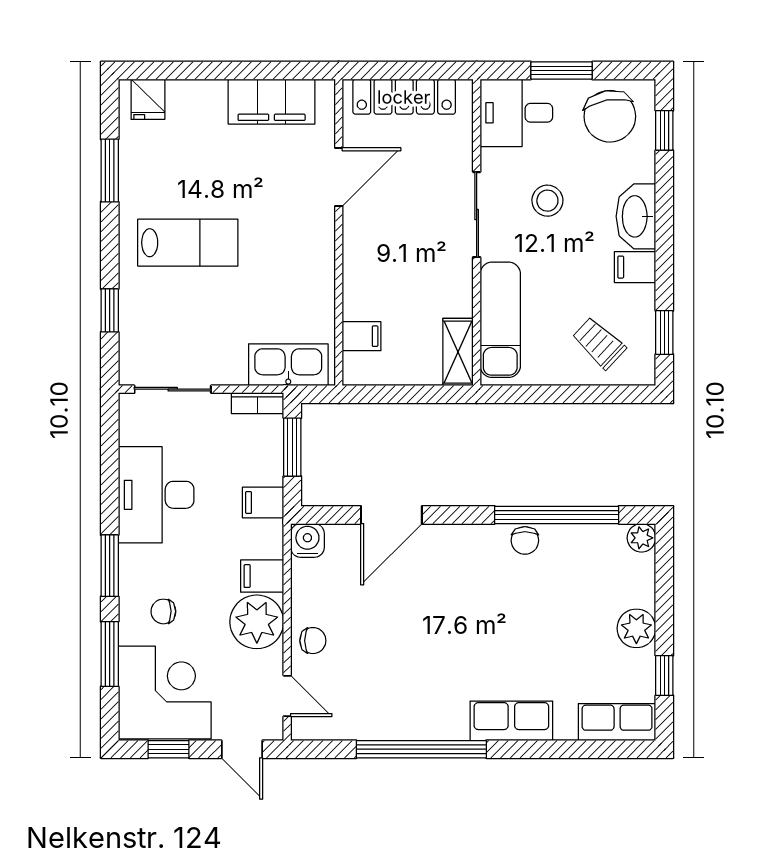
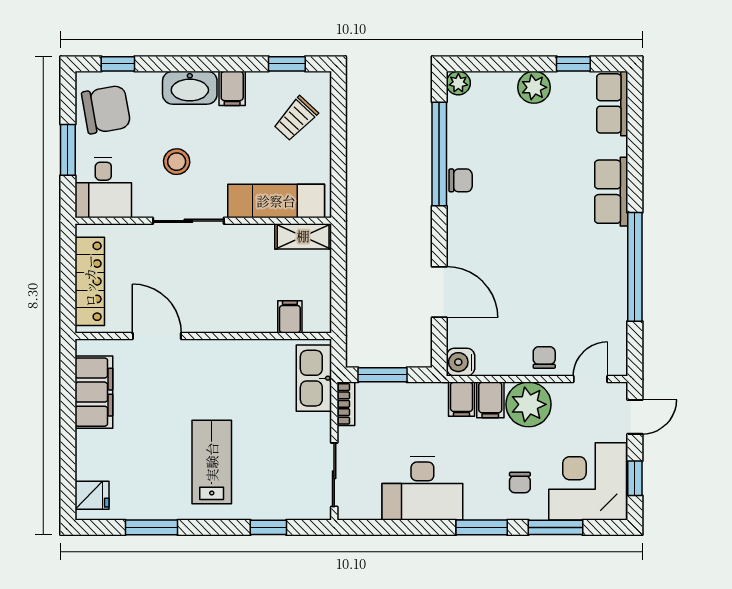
filing cabinet: (263, 503) -> (462, 399), moved

